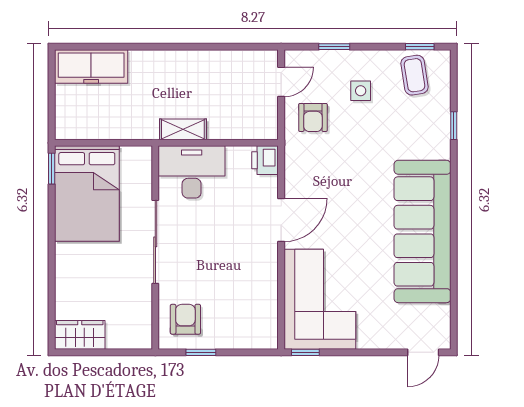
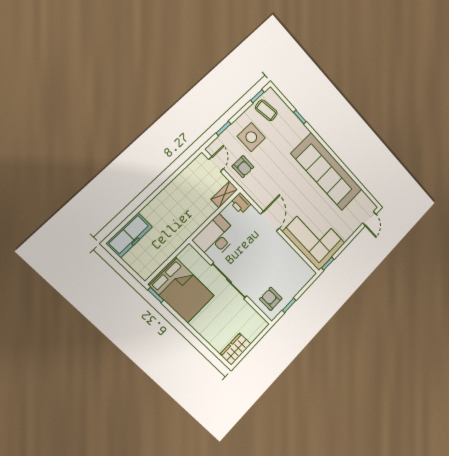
side table: (361, 91) -> (251, 137), width x1.87, depth x1.87
shelving: (183, 129) -> (224, 194), moved

